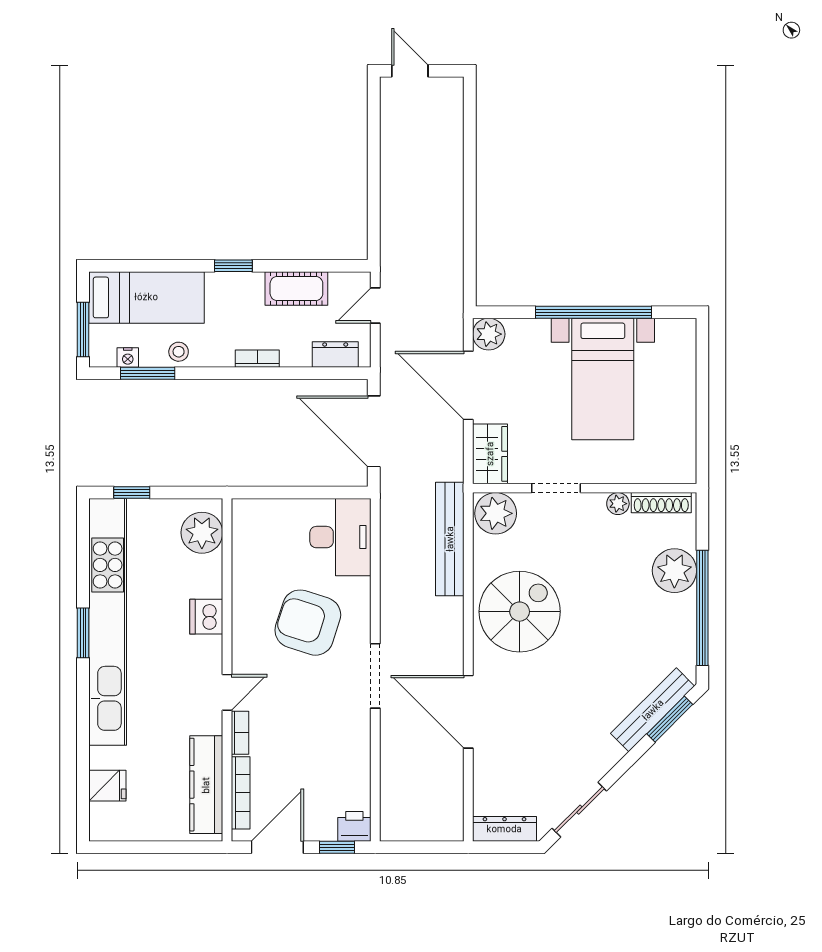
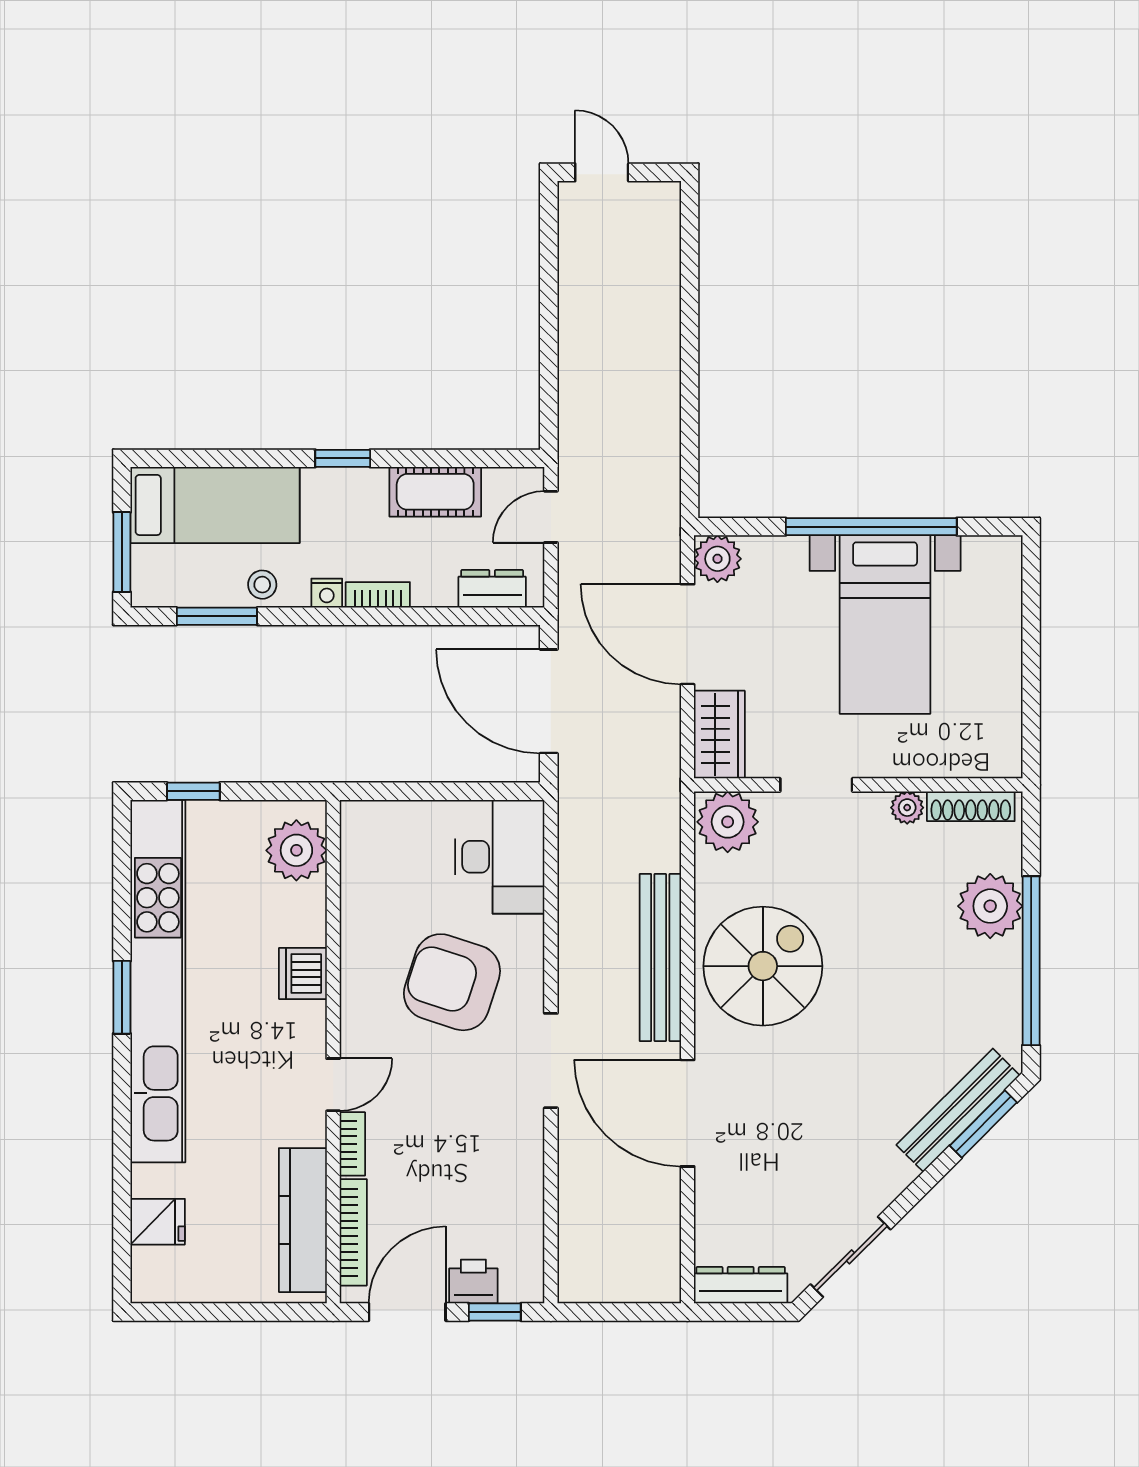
nightstand: (128, 358) -> (327, 593), moved
bench: (450, 539) -> (660, 958), moved
printer: (354, 826) -> (473, 1282), moved

